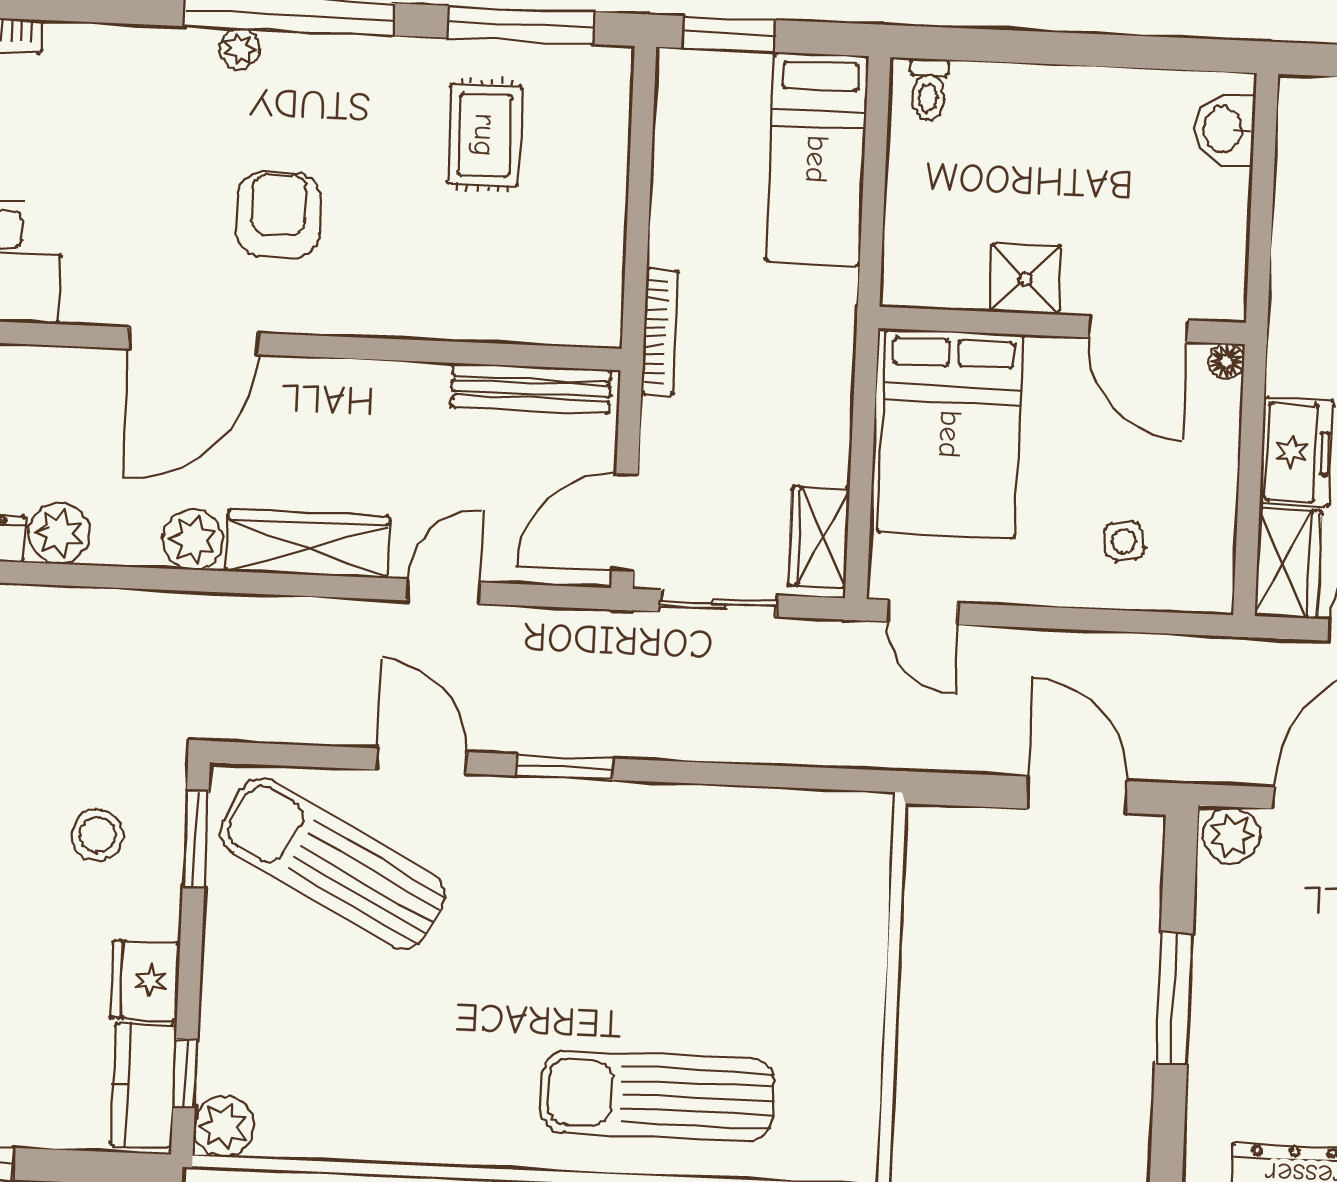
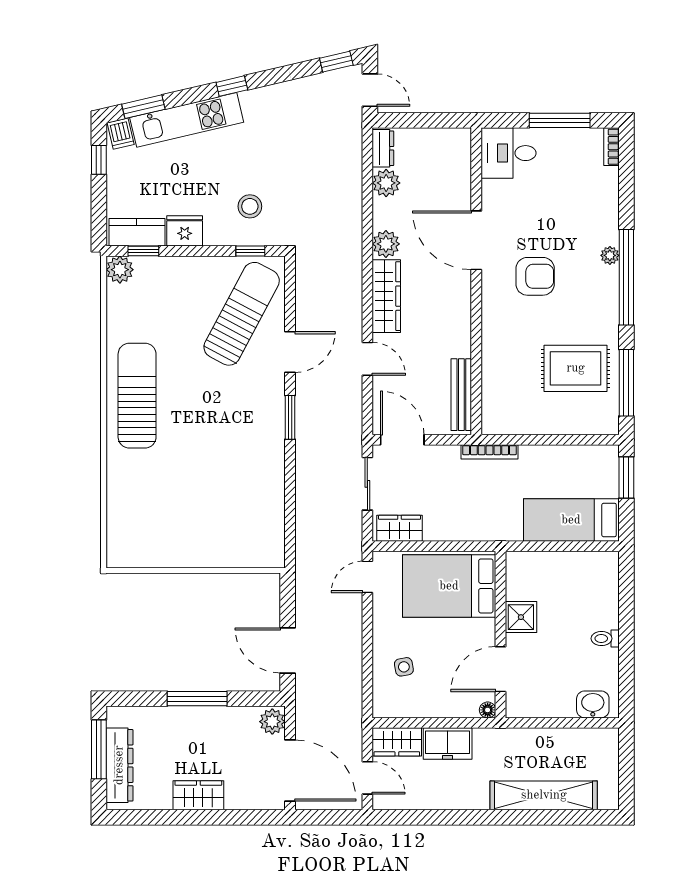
toilet: (928, 89) -> (605, 638), moved
rug: (485, 135) -> (576, 368), width x1.36, depth x1.43
door: (1077, 795) -> (288, 651), swing flipped
window: (196, 838) -> (250, 251), width x0.67
sun lounger: (657, 1096) -> (137, 396), moved

